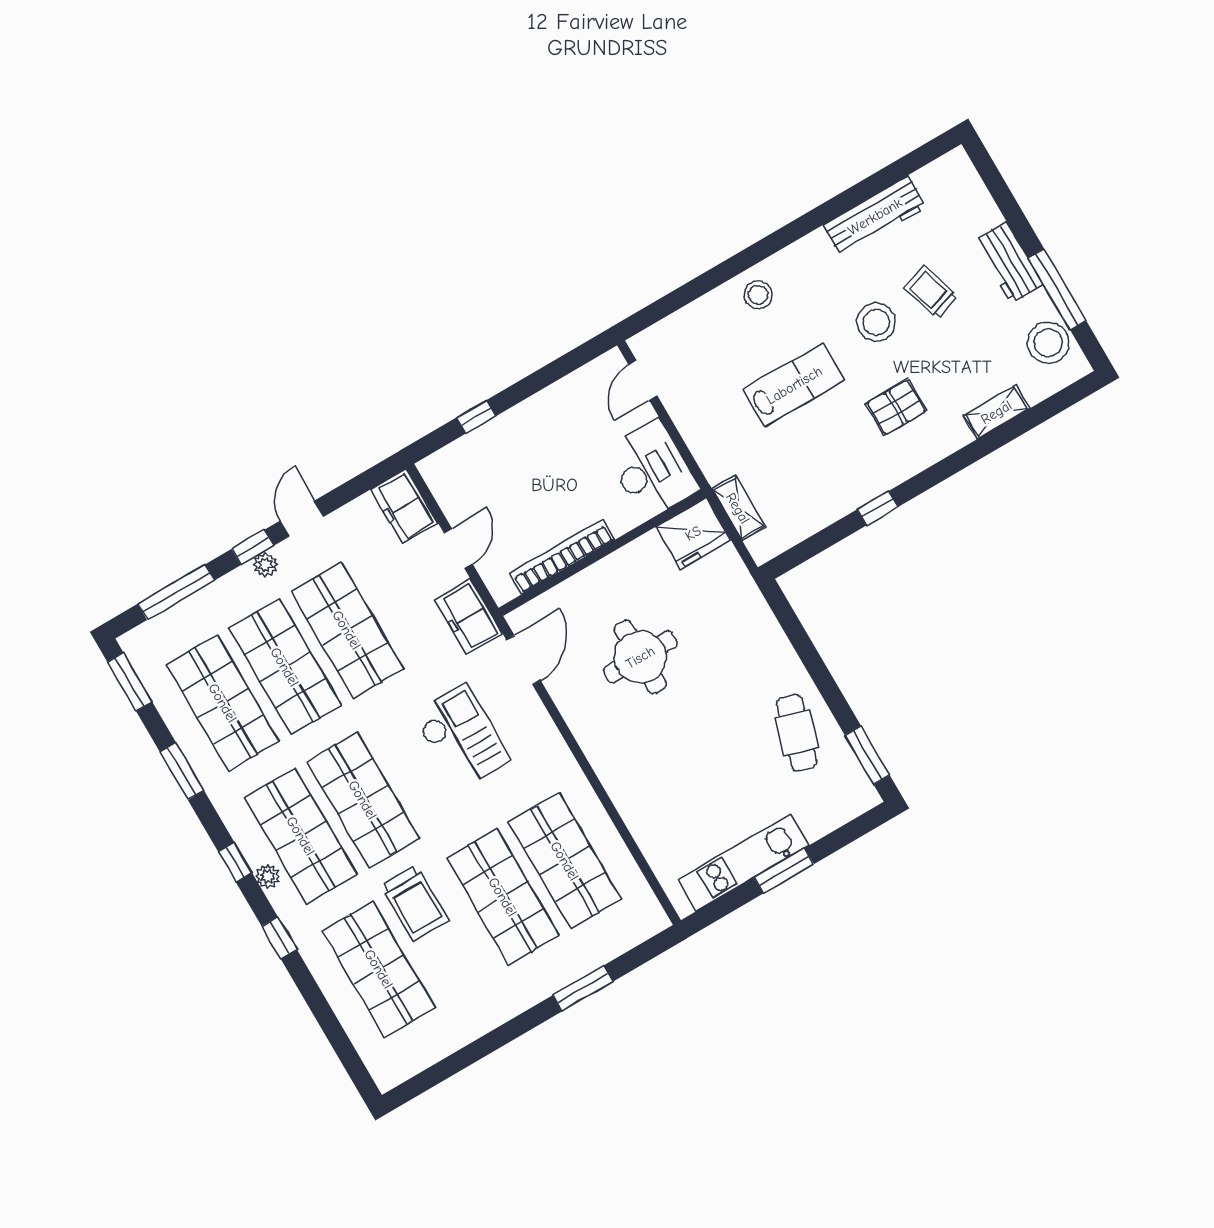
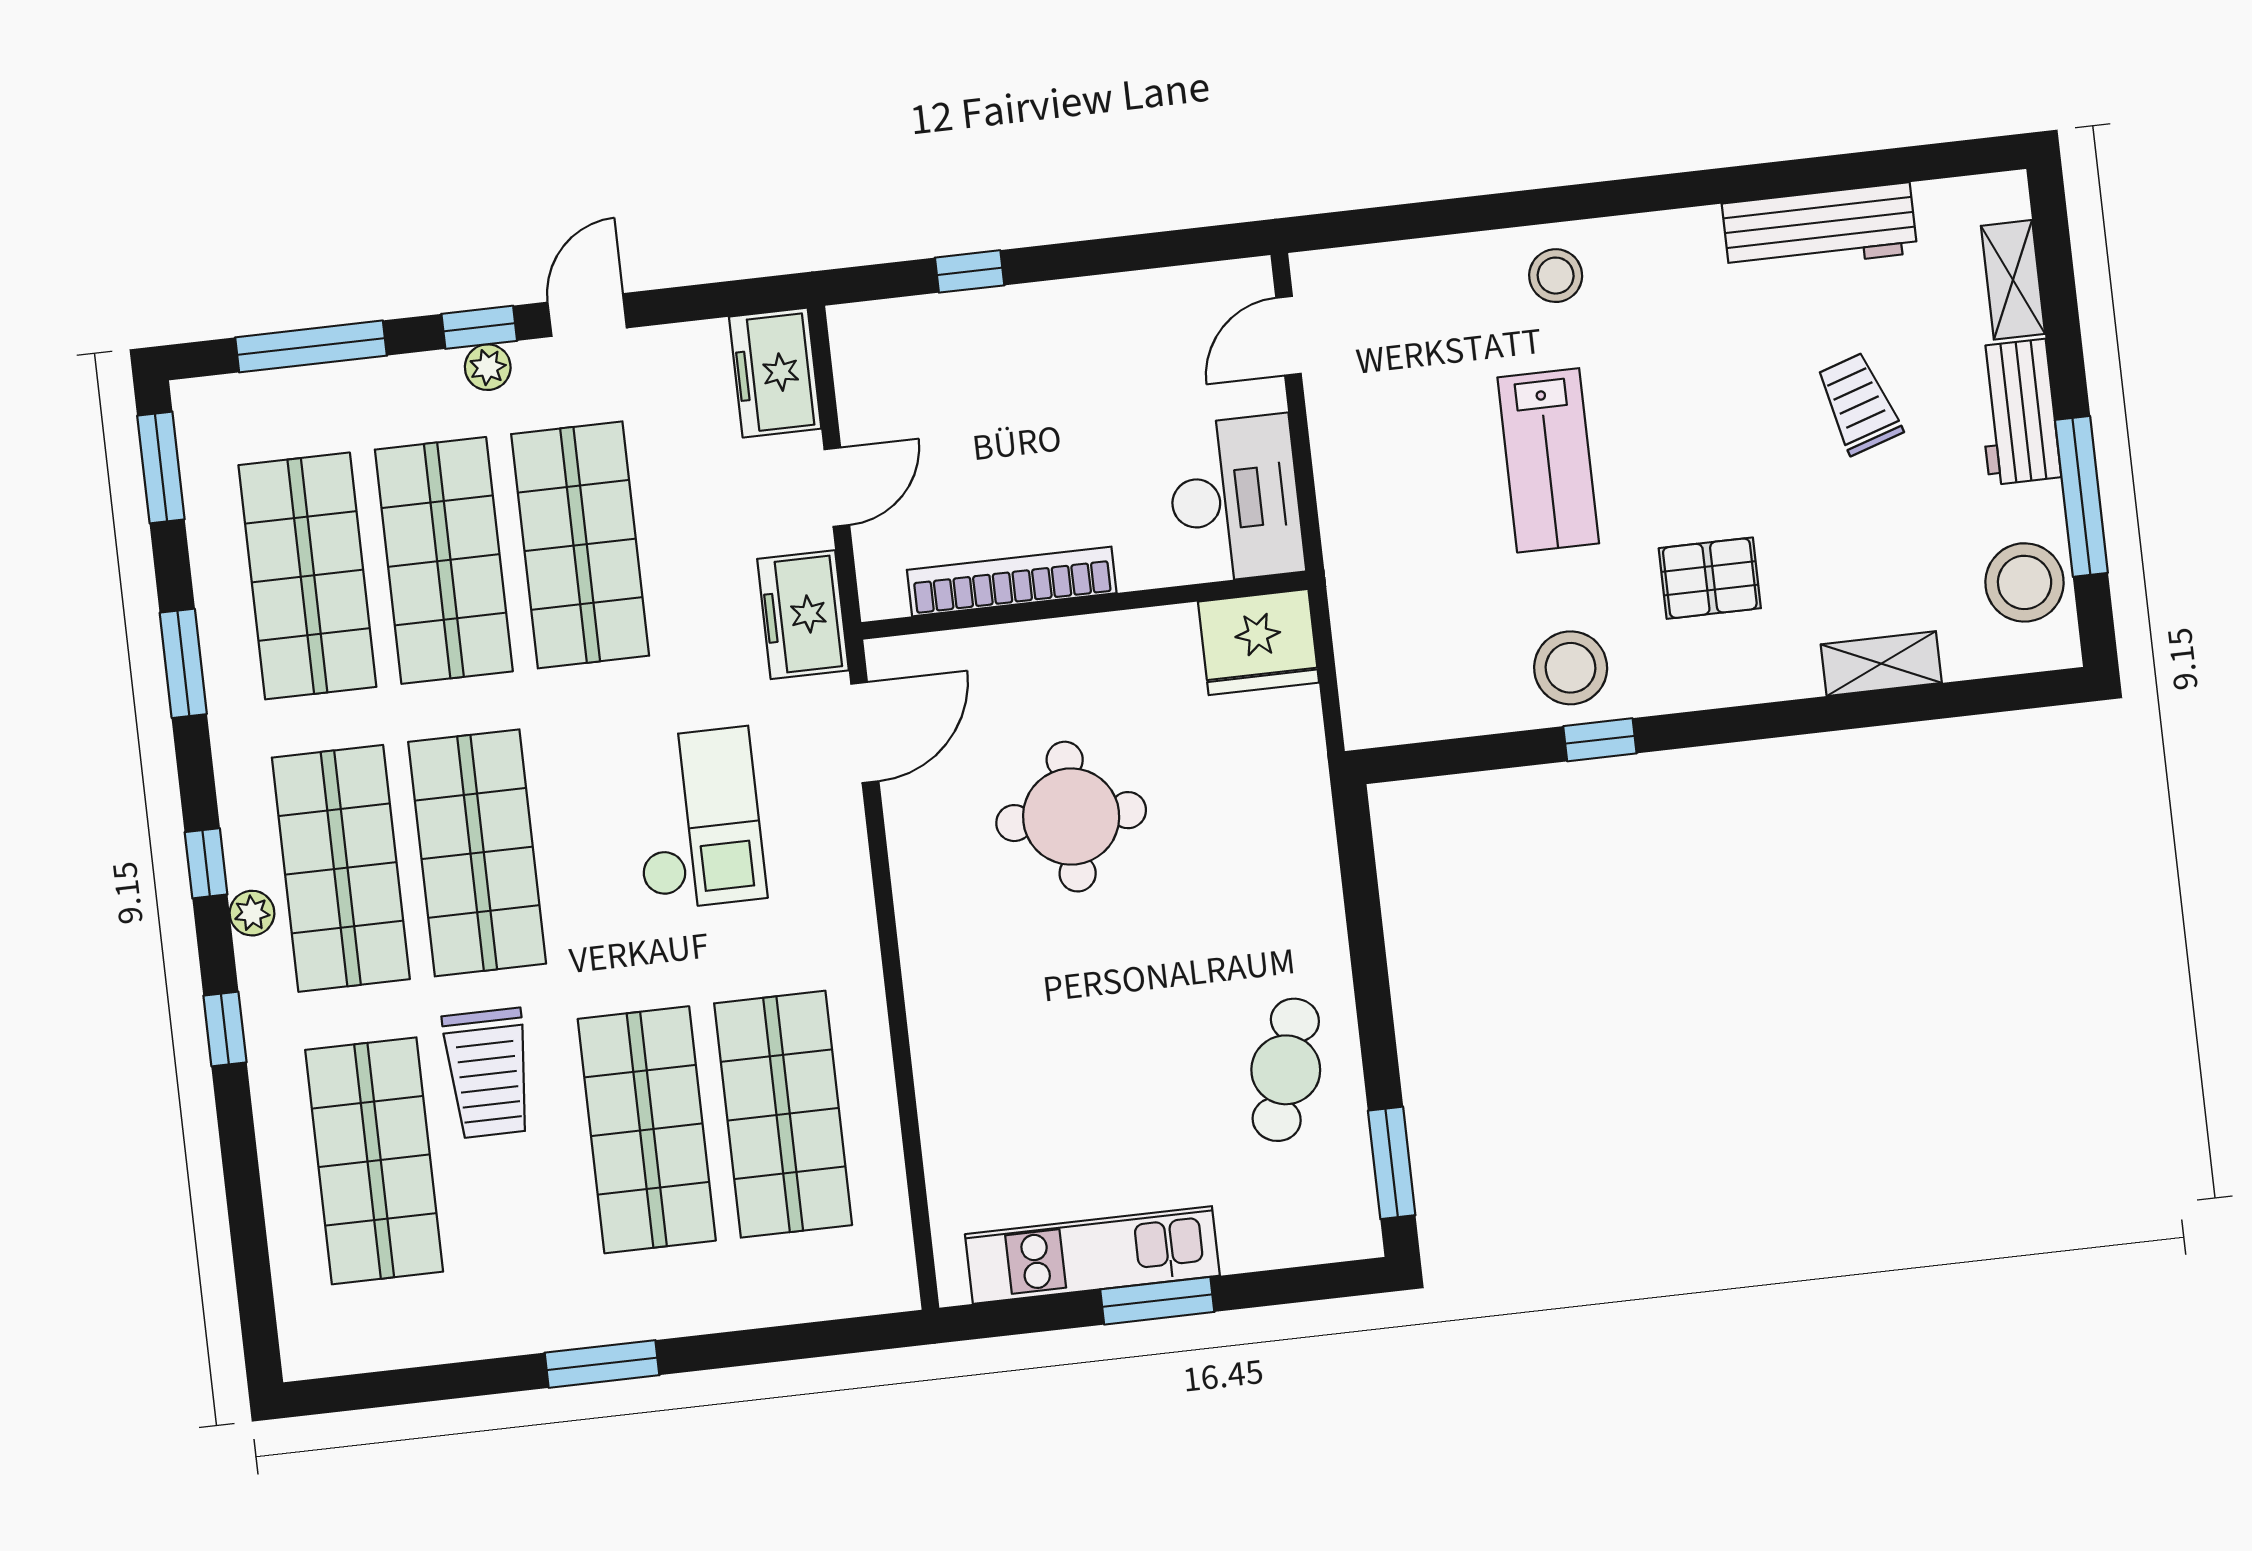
stool: (876, 322) -> (1571, 668), moved
lab bench: (794, 385) -> (1548, 460), turned 90
shelving: (738, 508) -> (2013, 280), moved
window: (583, 988) -> (602, 1364), moved

